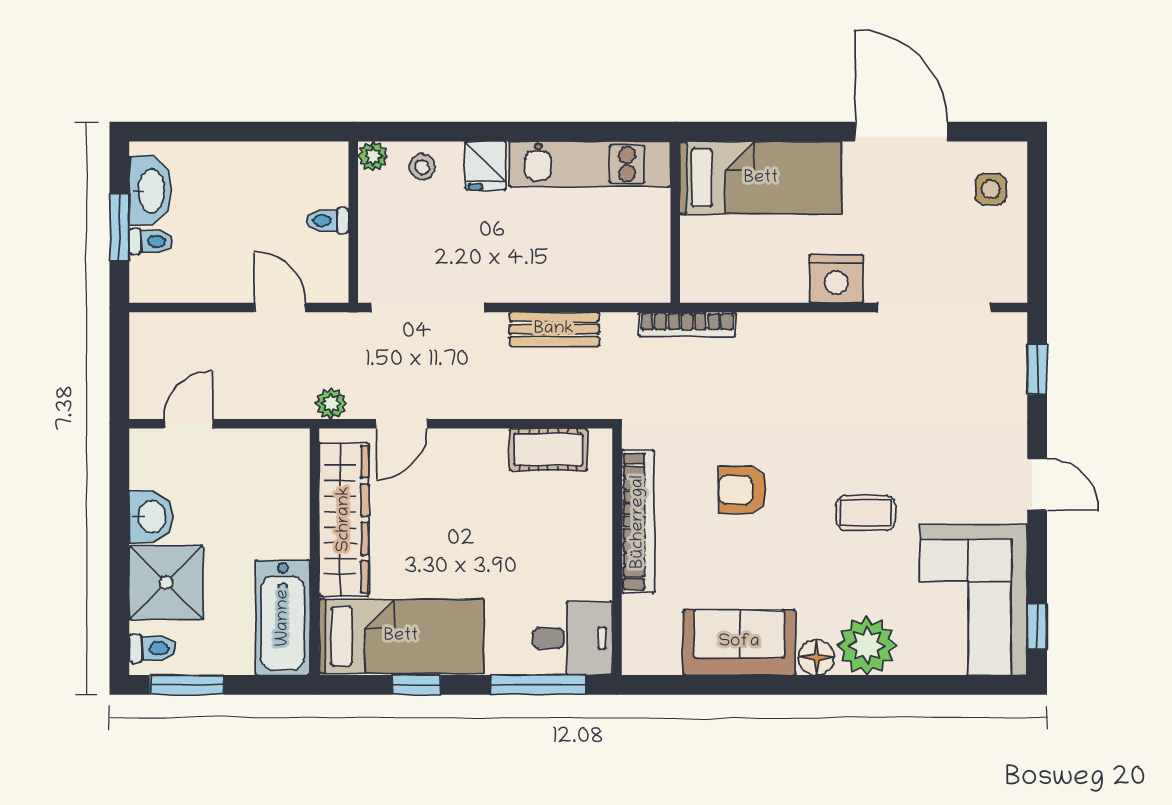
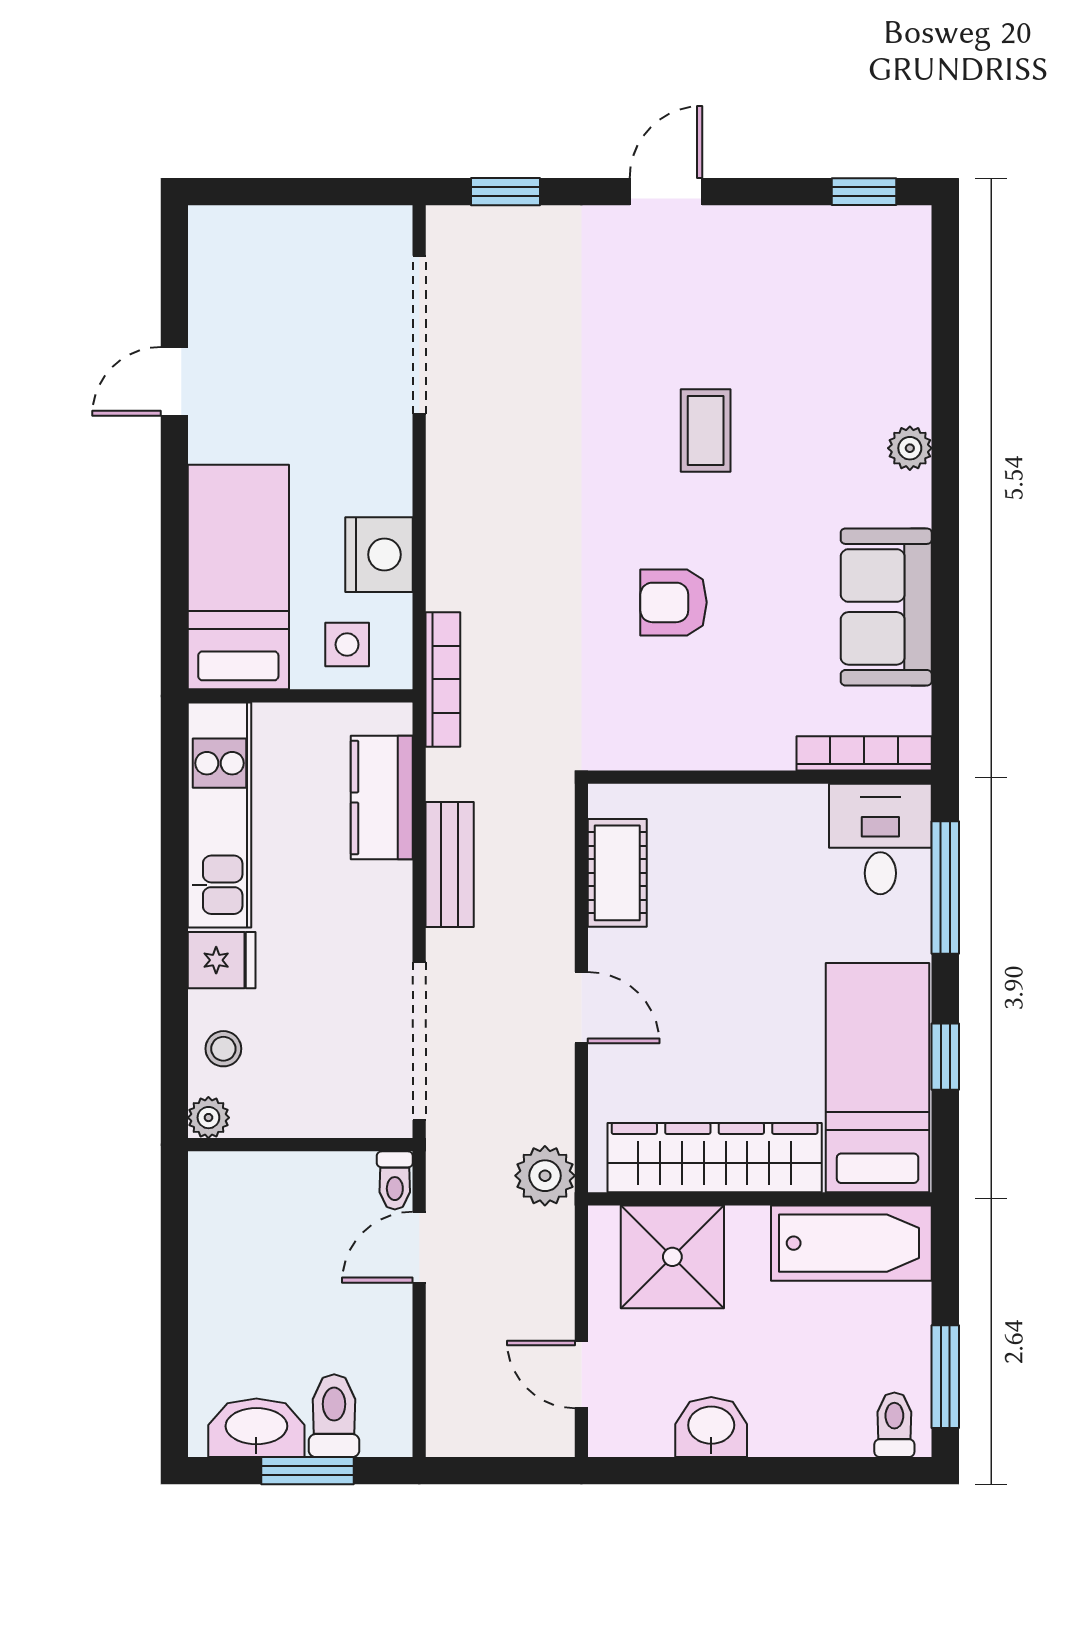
door: (901, 132) -> (174, 381), width x0.53
side table: (991, 189) -> (347, 645), moved
toilet: (328, 221) -> (395, 1180), moved
toilet: (151, 241) -> (334, 1416), width x1.37, depth x1.39
nightstand: (836, 279) -> (379, 555), moved
kitchen counter: (602, 281) -> (382, 797), added
plant: (331, 404) -> (545, 1176), width x1.38, depth x1.38
door: (402, 424) -> (581, 1008), moved
armchair: (742, 490) -> (674, 602), turned 90
bookcase: (638, 522) -> (864, 753), moved, width x0.68, depth x0.76
shower: (166, 583) -> (672, 1257), moved
corner sofa: (974, 600) -> (827, 280), removed
plant: (867, 646) -> (910, 448), width x0.53, depth x0.53
floor lamp: (816, 657) -> (907, 499), removed

